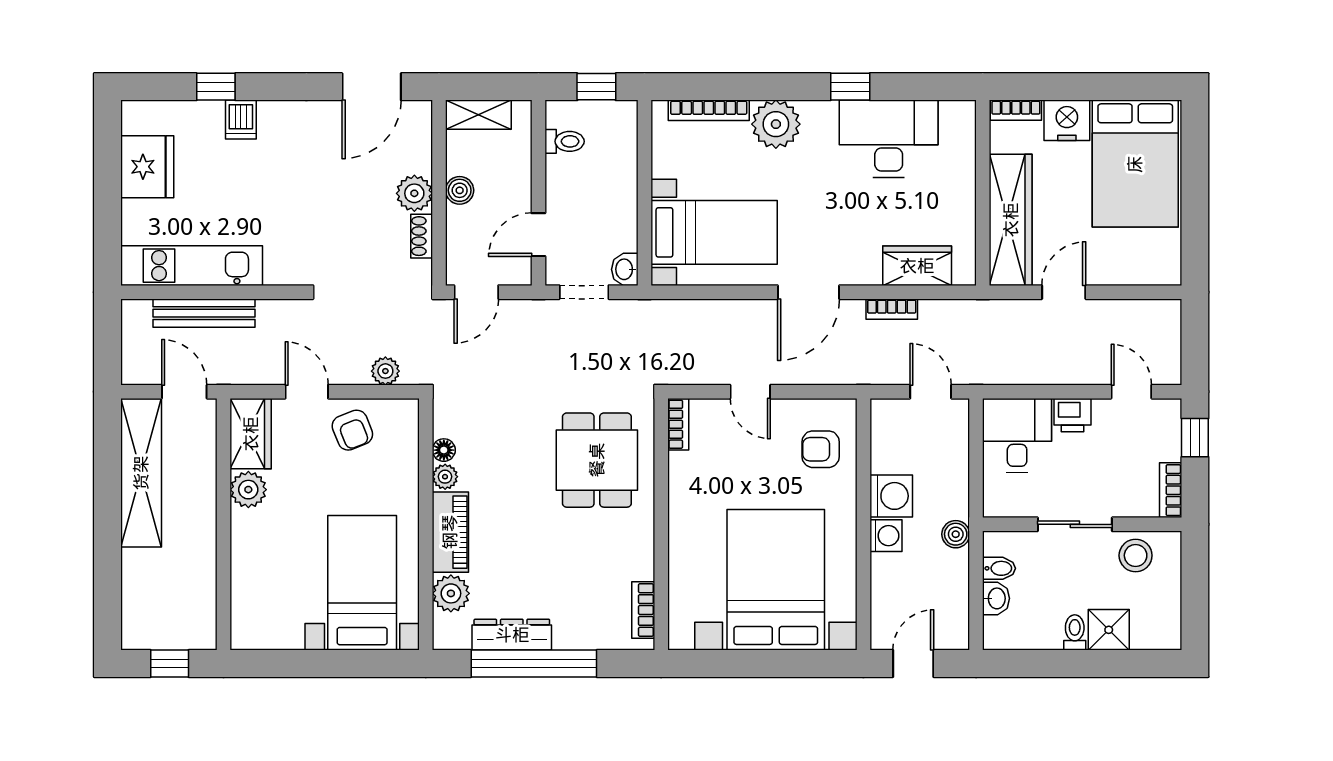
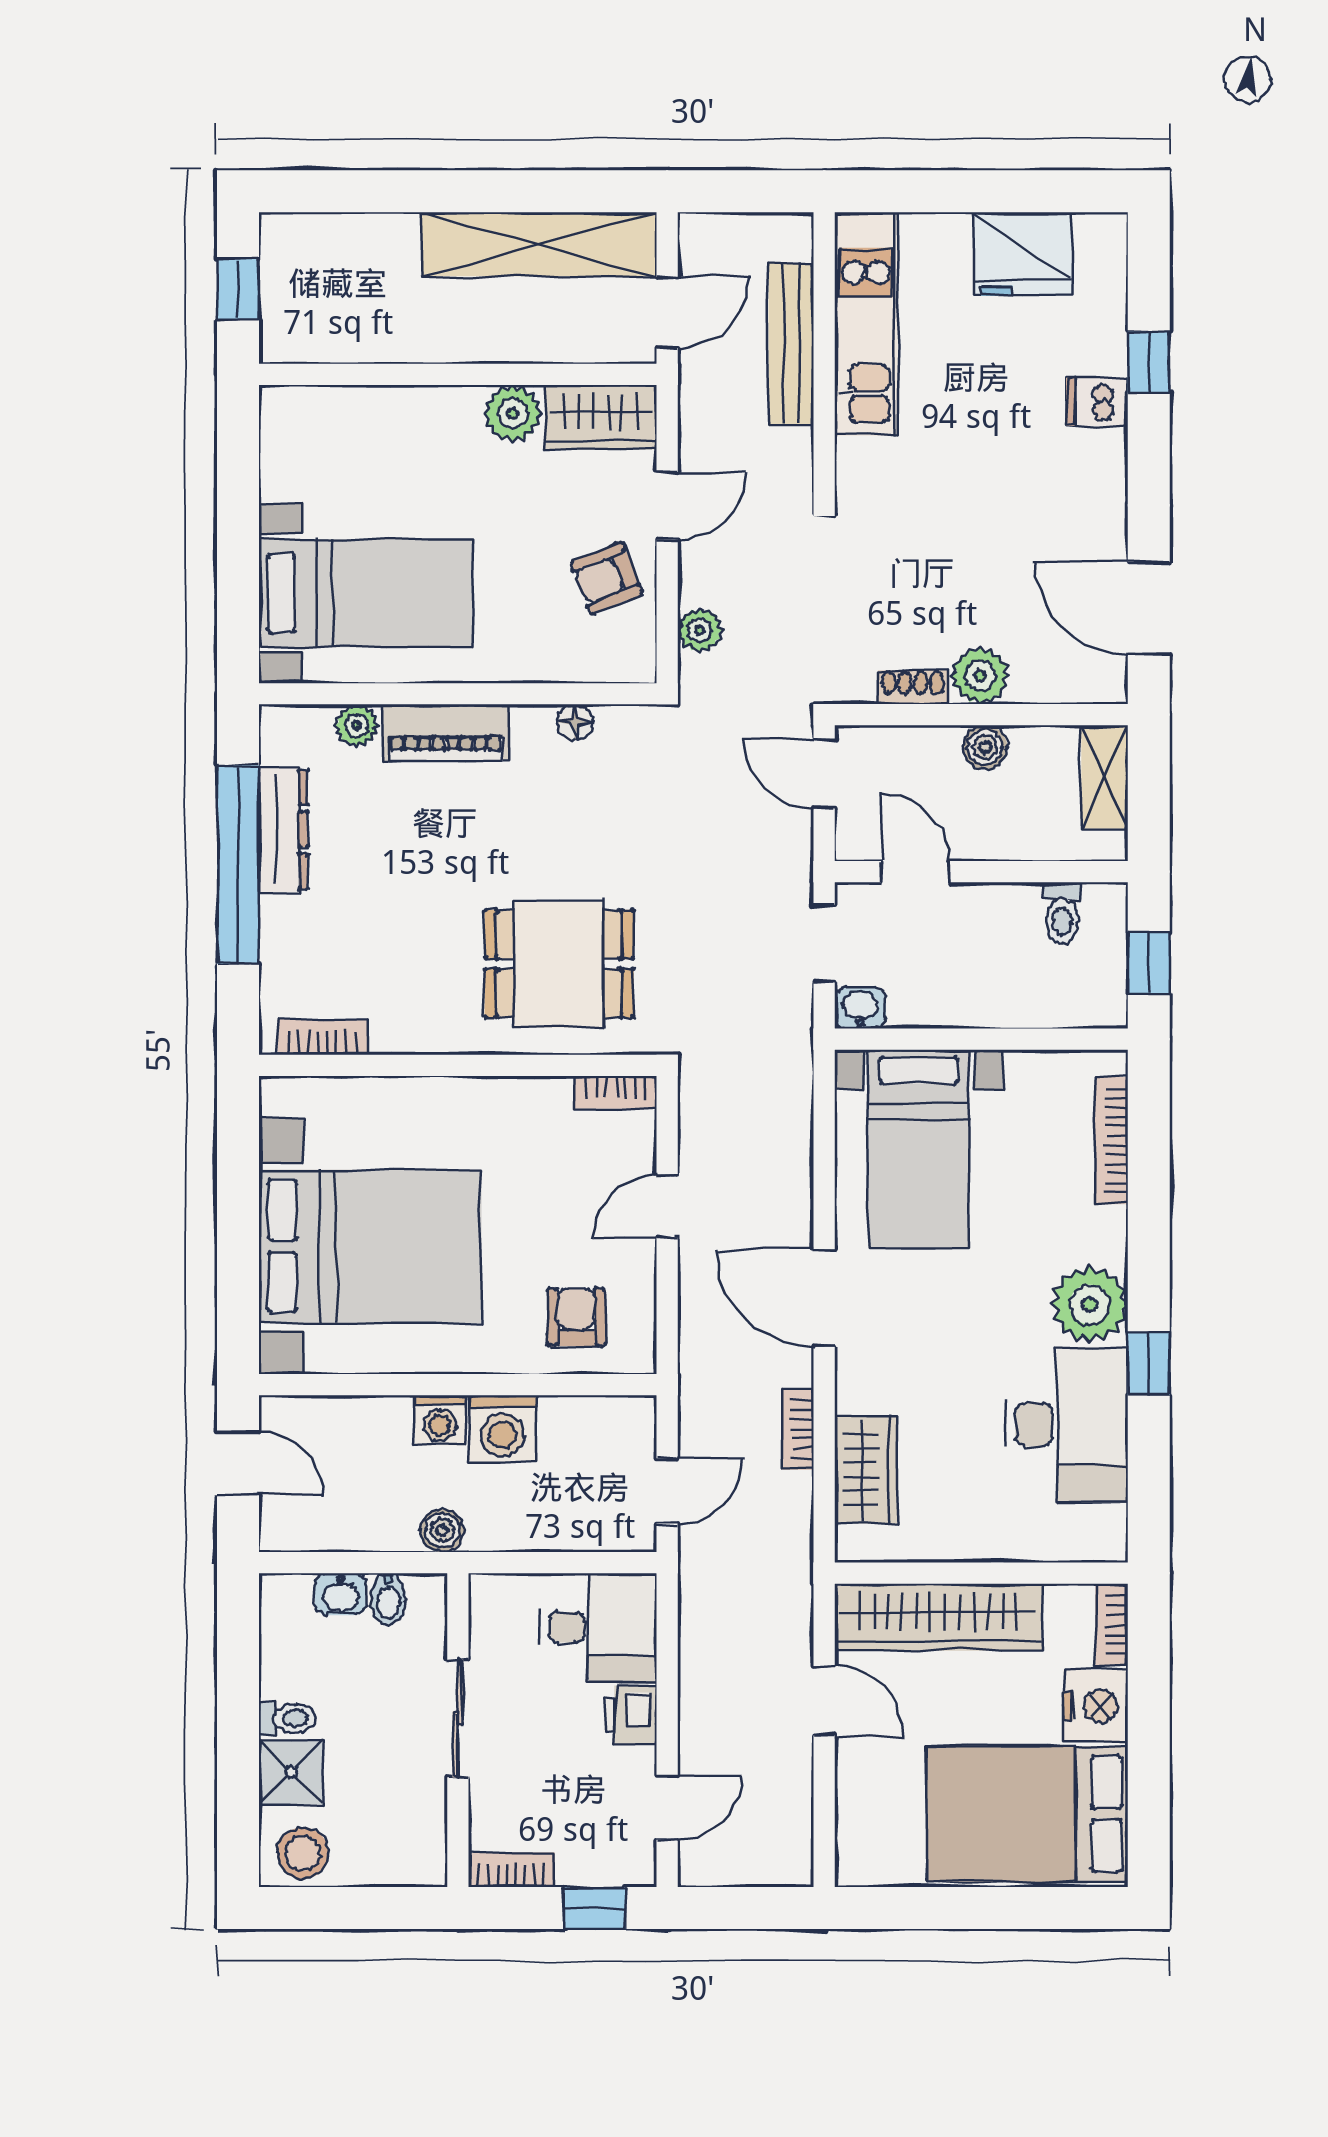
plant: (776, 124) -> (1090, 1304), moved
plant: (445, 477) -> (533, 724), removed
stool: (1136, 555) -> (303, 1853), moved
plant: (451, 593) -> (357, 725), width x0.73, depth x0.73

